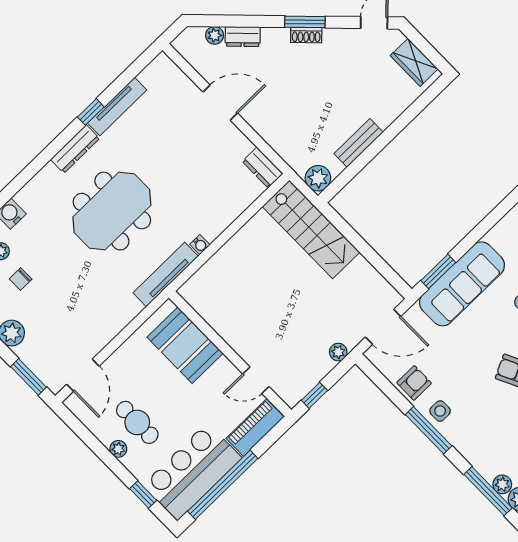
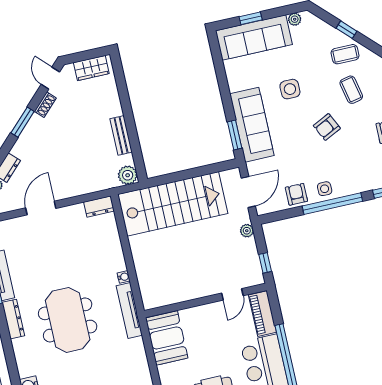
shoe rack: (306, 35) -> (45, 105), moved
stairs: (311, 229) -> (173, 204), width x1.36, depth x1.51
booth: (185, 345) -> (167, 338), moved, turned 90
window: (429, 430) -> (332, 204), width x1.46

